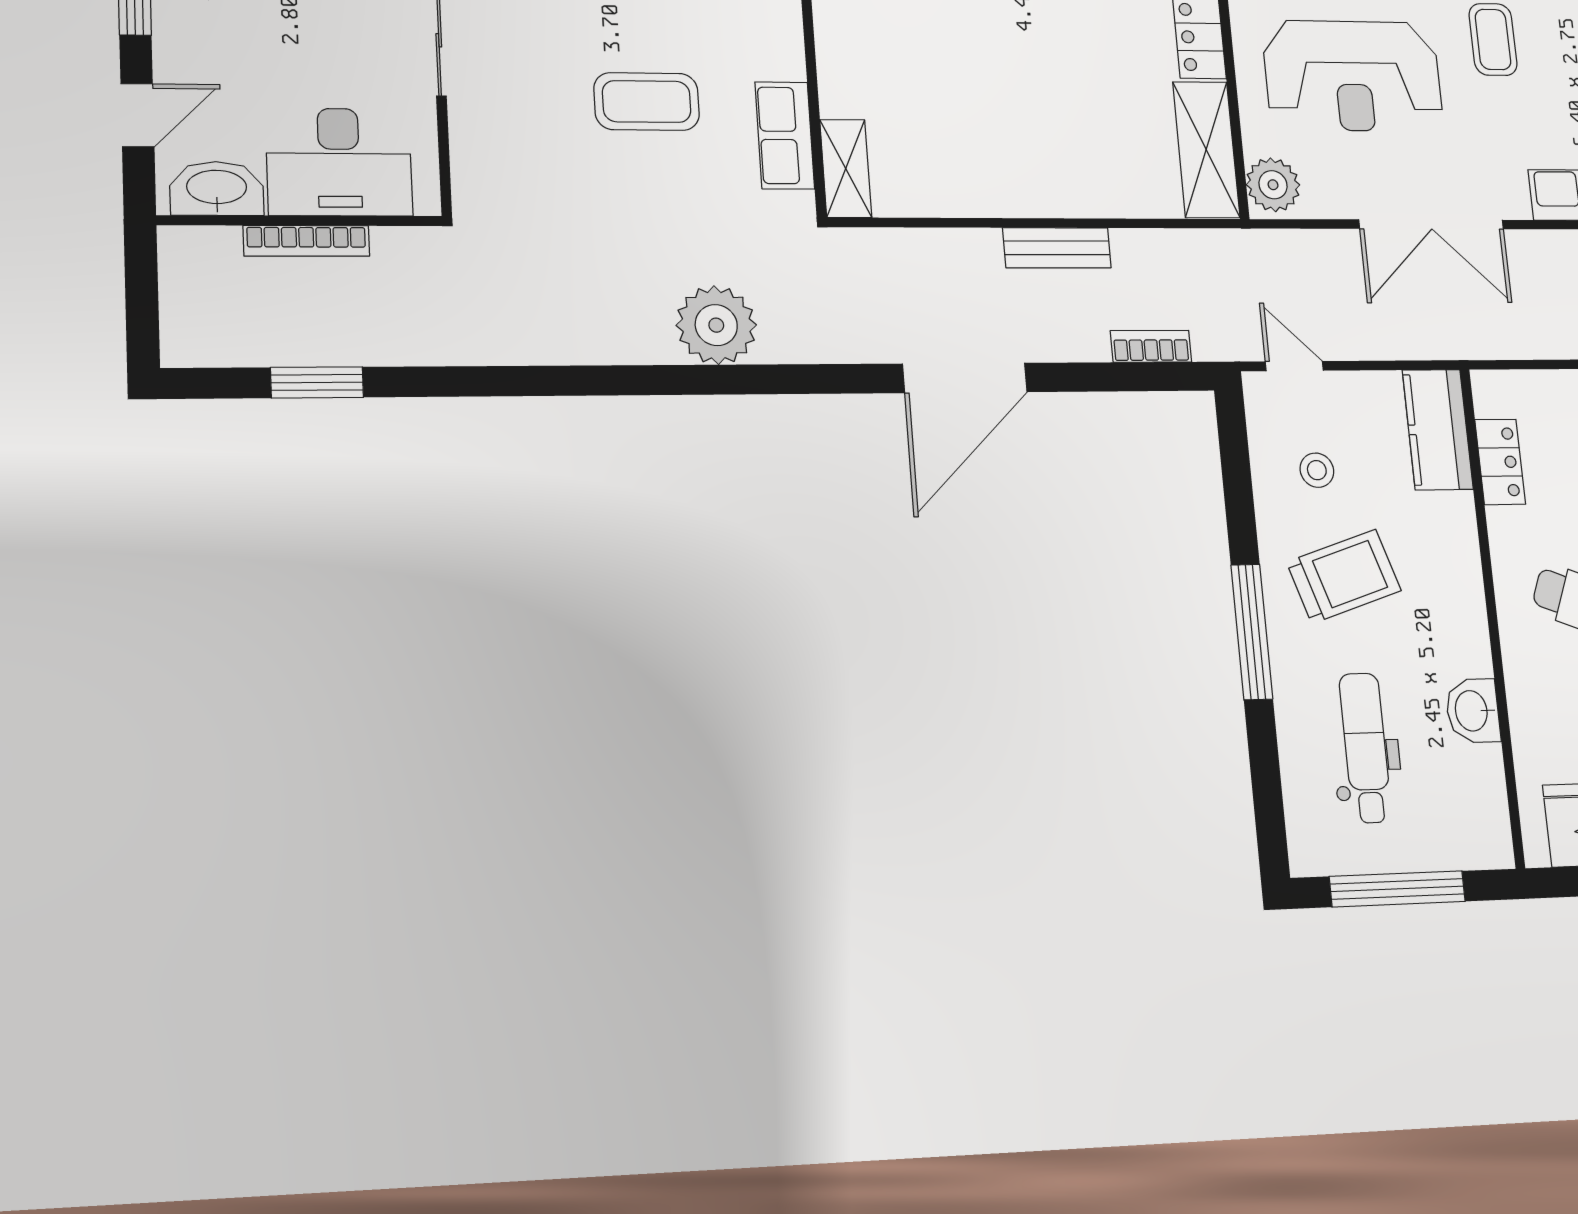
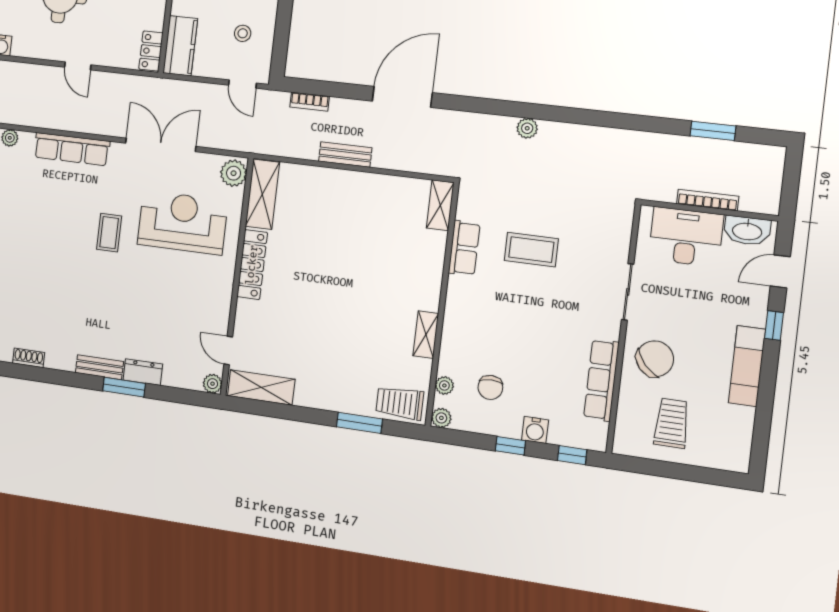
row of seats: (785, 135) -> (464, 248), moved
plant: (716, 325) -> (527, 128), width x0.53, depth x0.53
locker: (1500, 462) -> (151, 51), moved

